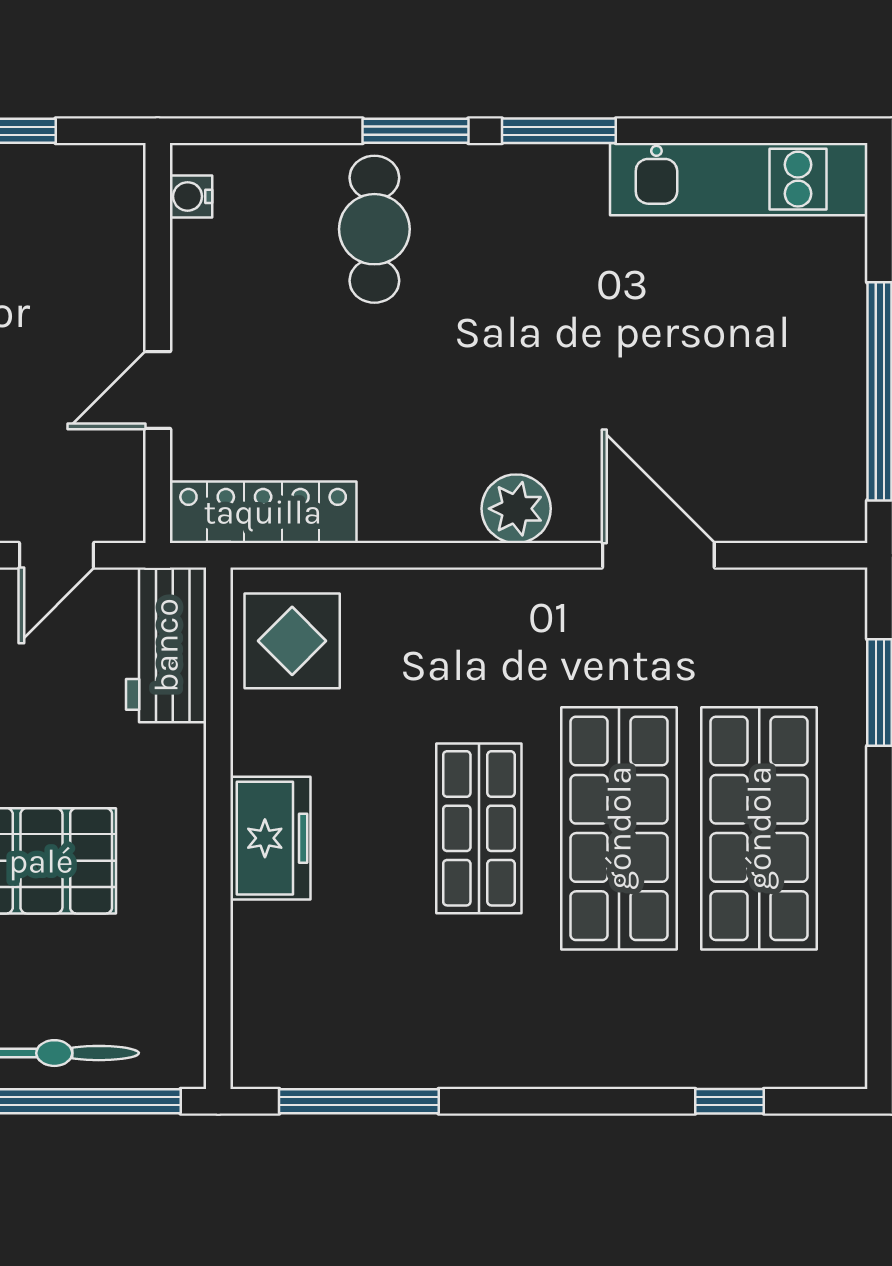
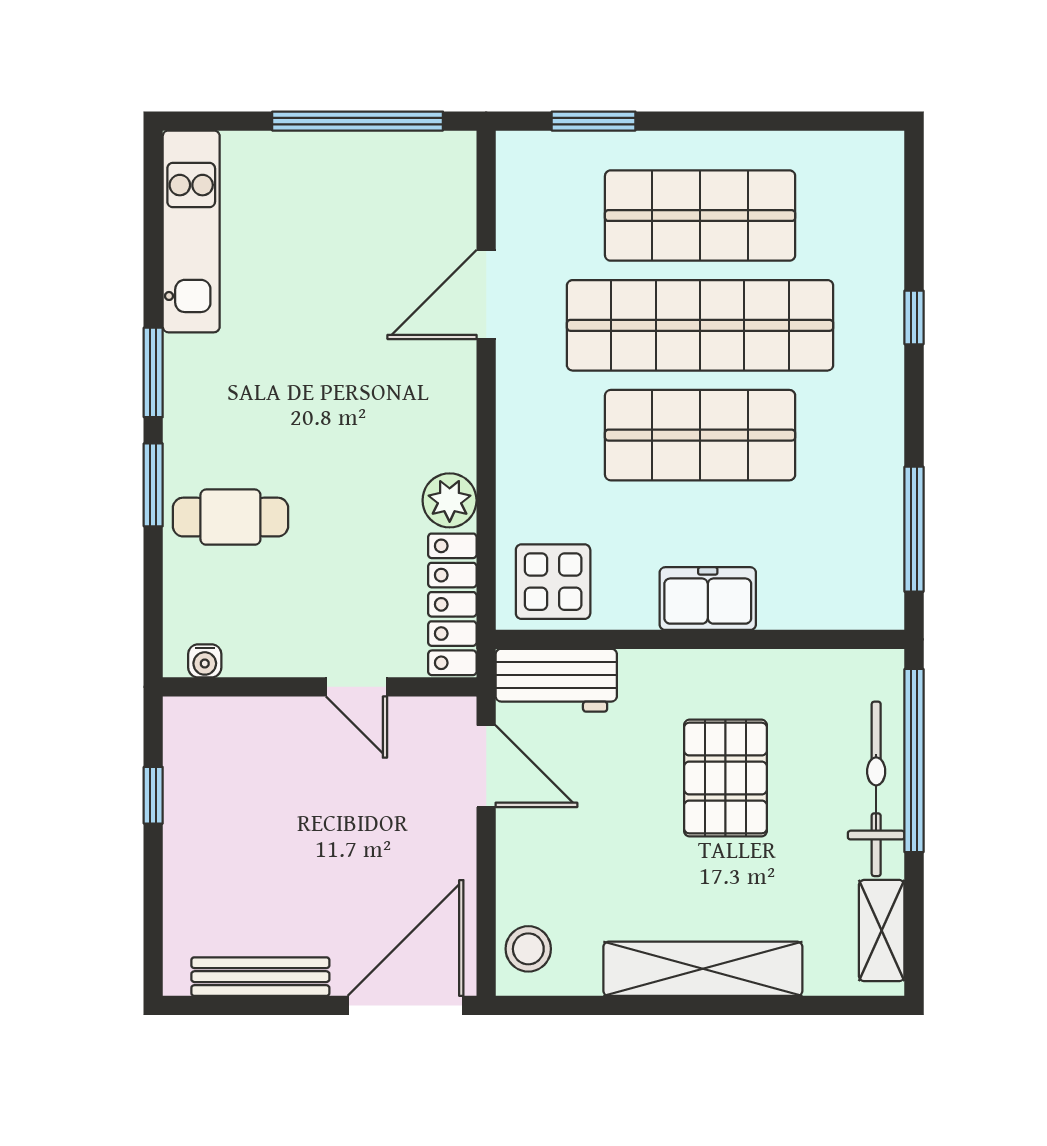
plant: (516, 509) -> (450, 500), moved
door: (57, 555) -> (486, 766), width x1.38
shop shelf: (479, 828) -> (700, 435), width x1.43, depth x1.36
shop shelf: (619, 828) -> (700, 325), width x1.40
window: (729, 1101) -> (914, 317), moved

